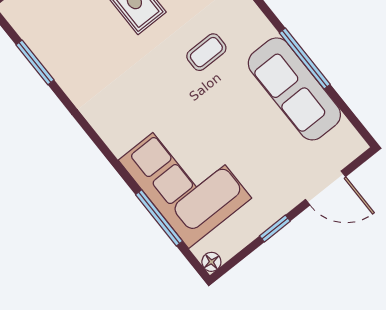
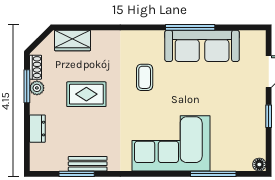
bench: (57, 66) -> (88, 164), added
corner sofa: (185, 179) -> (171, 143), moved

